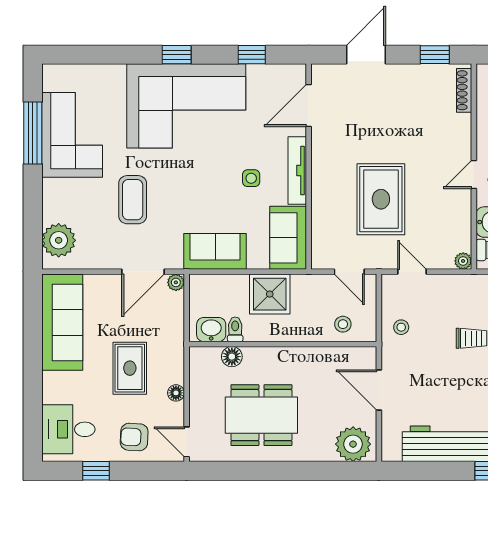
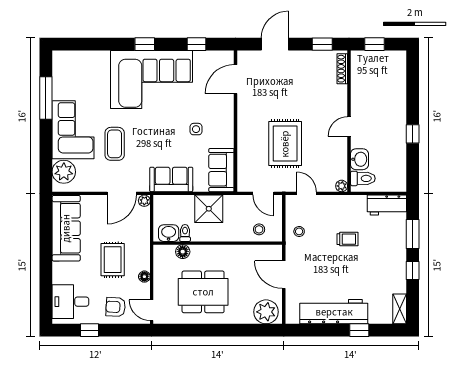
corner sofa: (72, 135) -> (73, 130), moved
tv unit: (297, 171) -> (228, 124), removed

